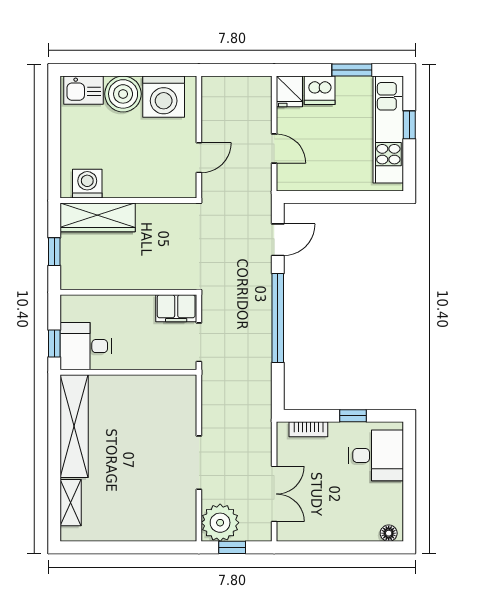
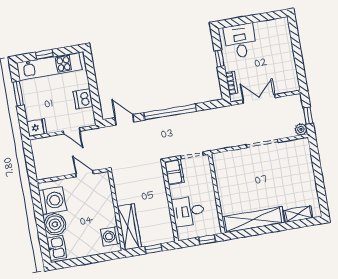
dishwasher: (320, 90) -> (83, 99), moved, turned 180
door: (274, 149) -> (72, 131), swing flipped
desk: (86, 346) -> (188, 211), moved, turned 90
double door: (274, 494) -> (259, 99), moved
plant: (220, 523) -> (301, 129), width x0.53, depth x0.53
floor lamp: (389, 533) -> (284, 26), removed

